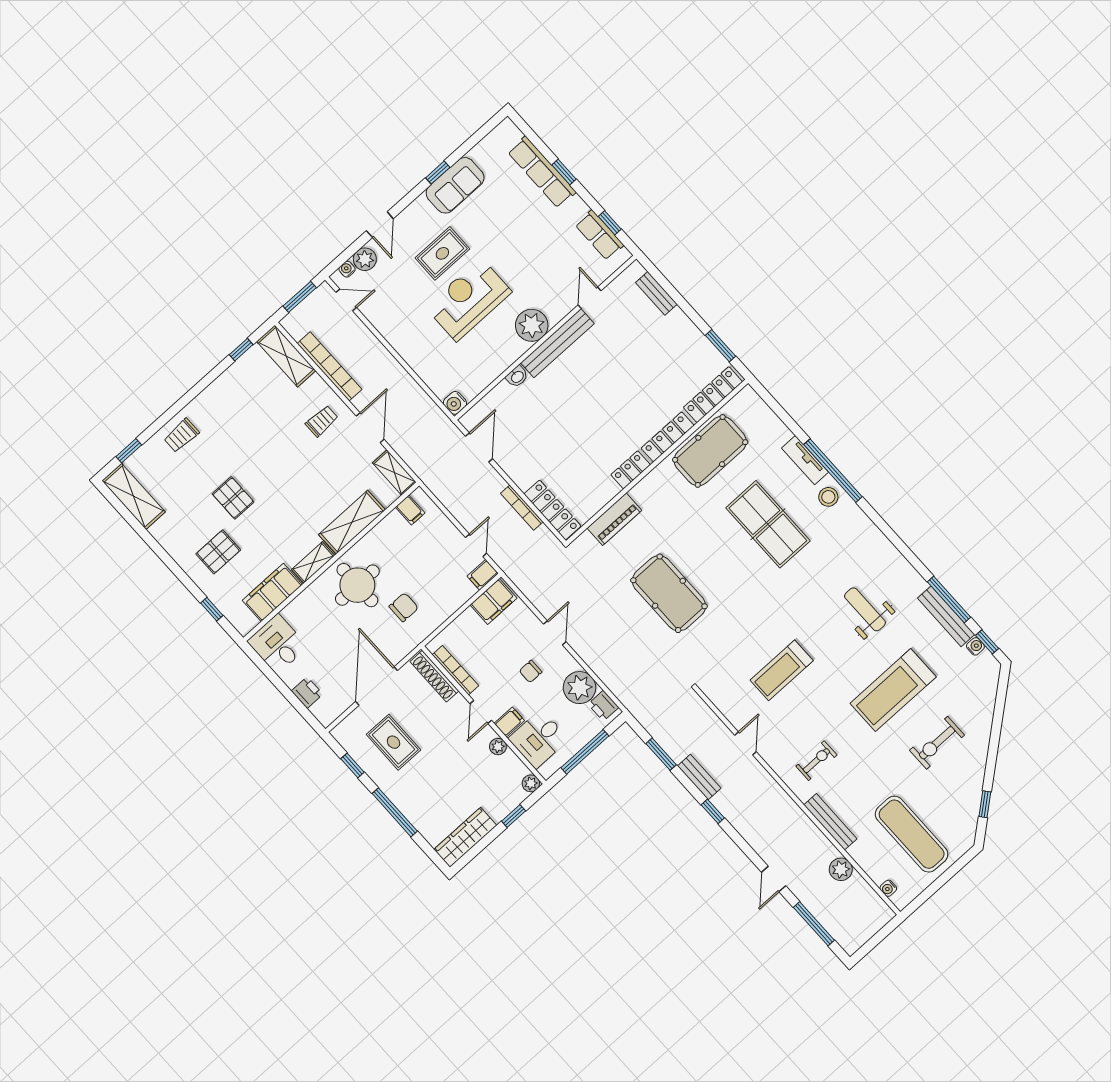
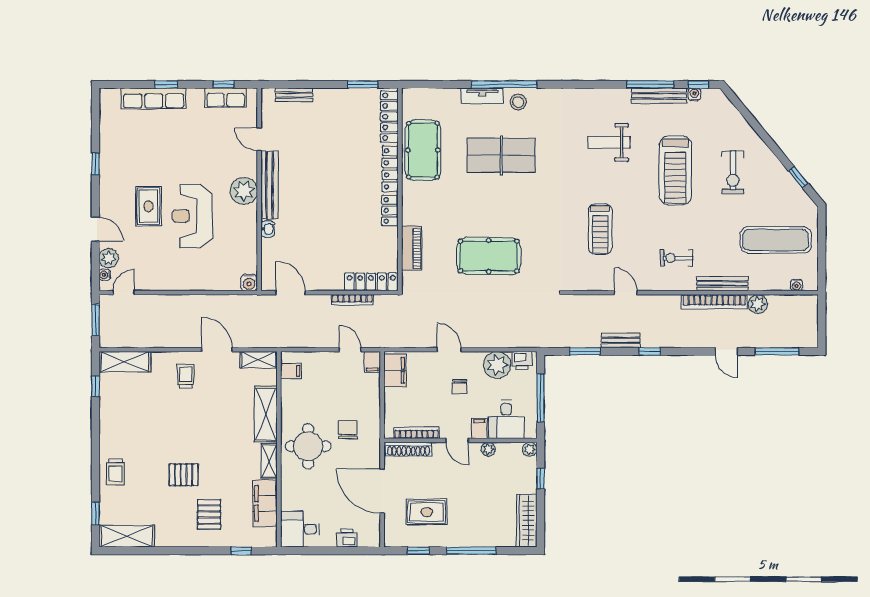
sofa: (455, 185) -> (113, 160), removed
bookcase: (330, 366) -> (714, 302), moved, turned 180
exercise bike: (816, 761) -> (676, 258), turned -90

